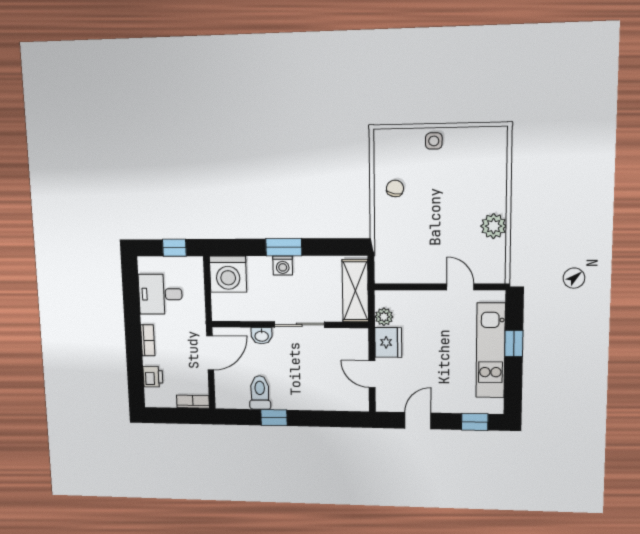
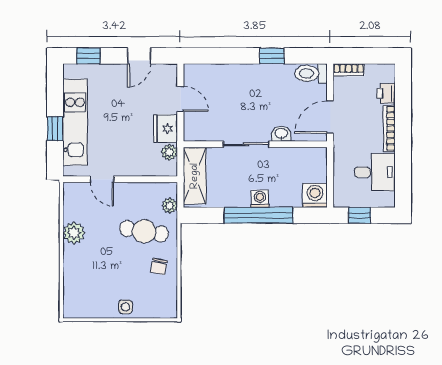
cafe table: (412, 229) -> (144, 231), added
window: (284, 247) -> (259, 215), width x2.11
plant: (383, 258) -> (170, 206), added
washing machine: (228, 274) -> (315, 195), width x0.73, depth x0.73
bookcase: (148, 340) -> (389, 128), width x1.56
toilet: (260, 393) -> (311, 73), moved, turned 90

